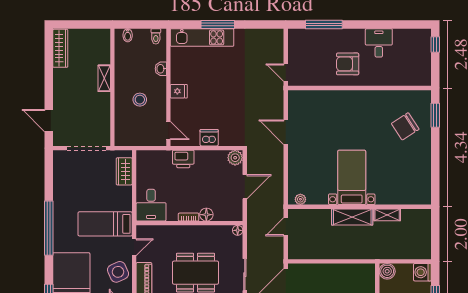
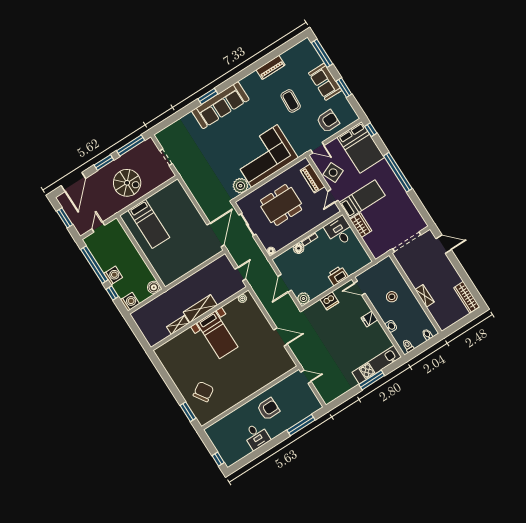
wardrobe: (124, 171) -> (361, 225), moved

